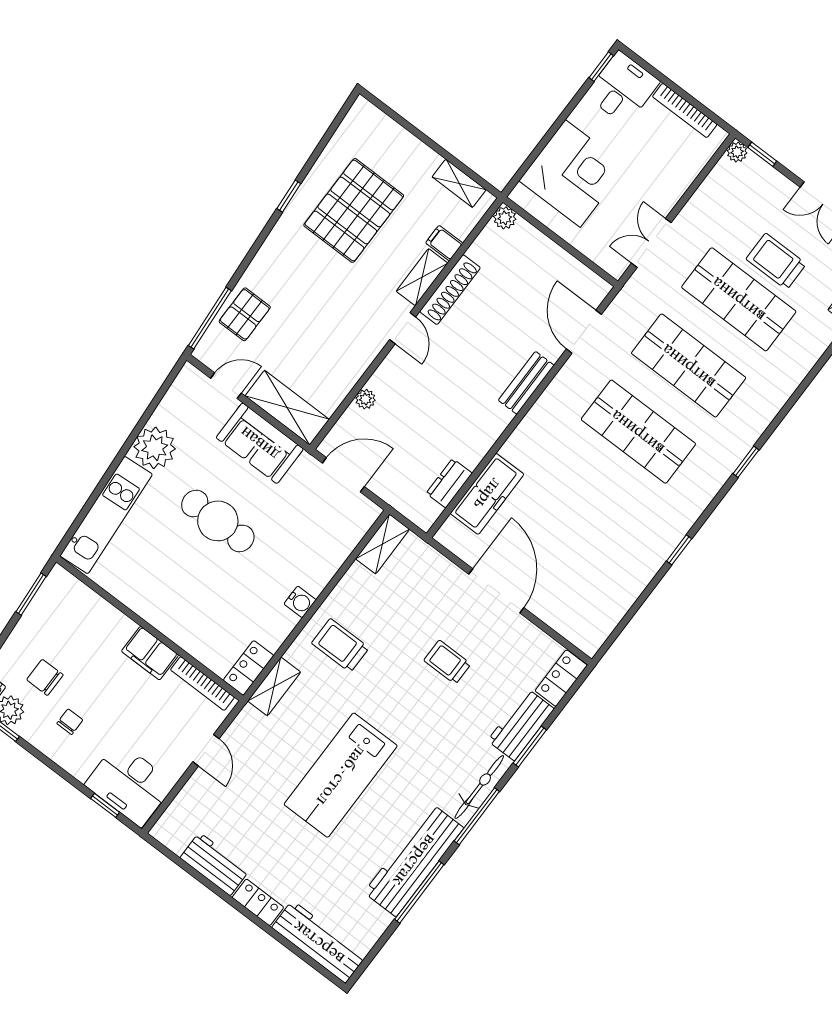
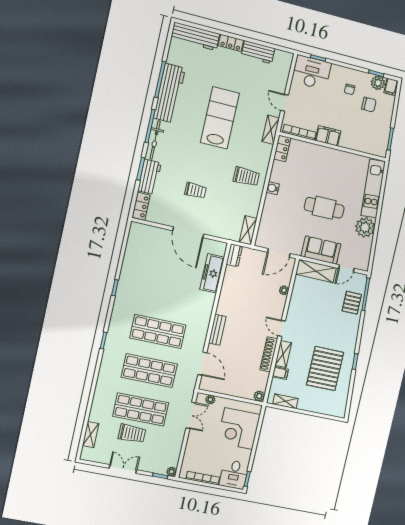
plant: (600, 256) -> (210, 400), added
dresser: (449, 483) -> (234, 255), moved
shelving: (274, 686) -> (271, 130), moved

